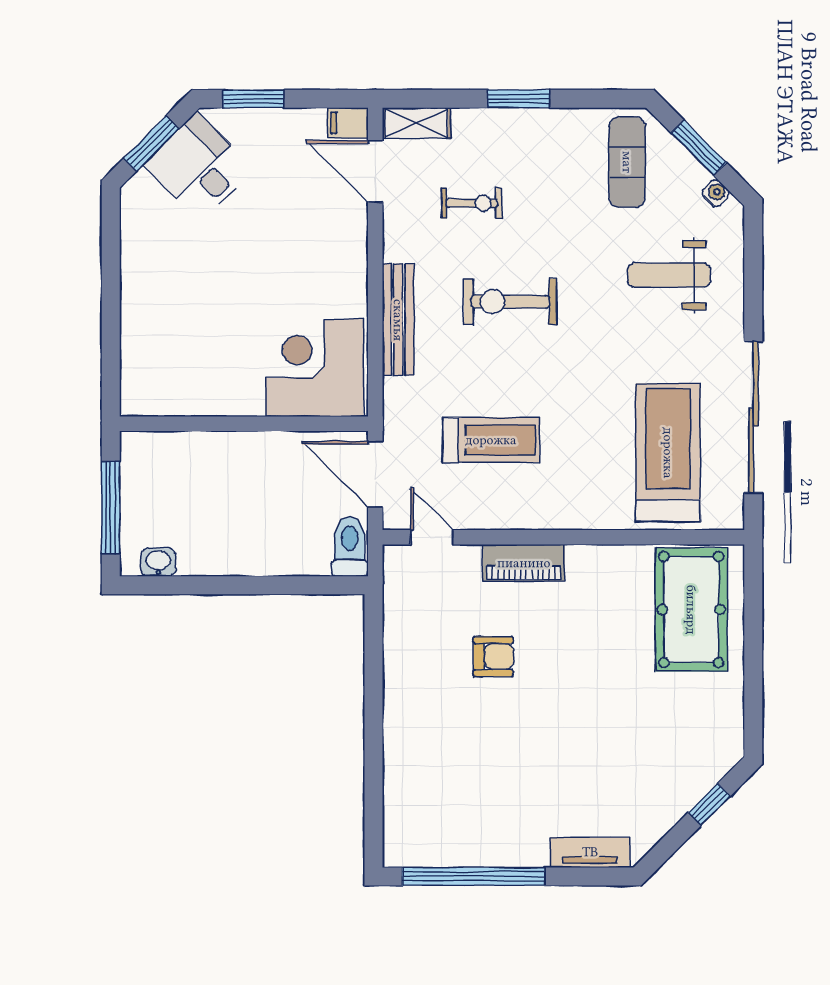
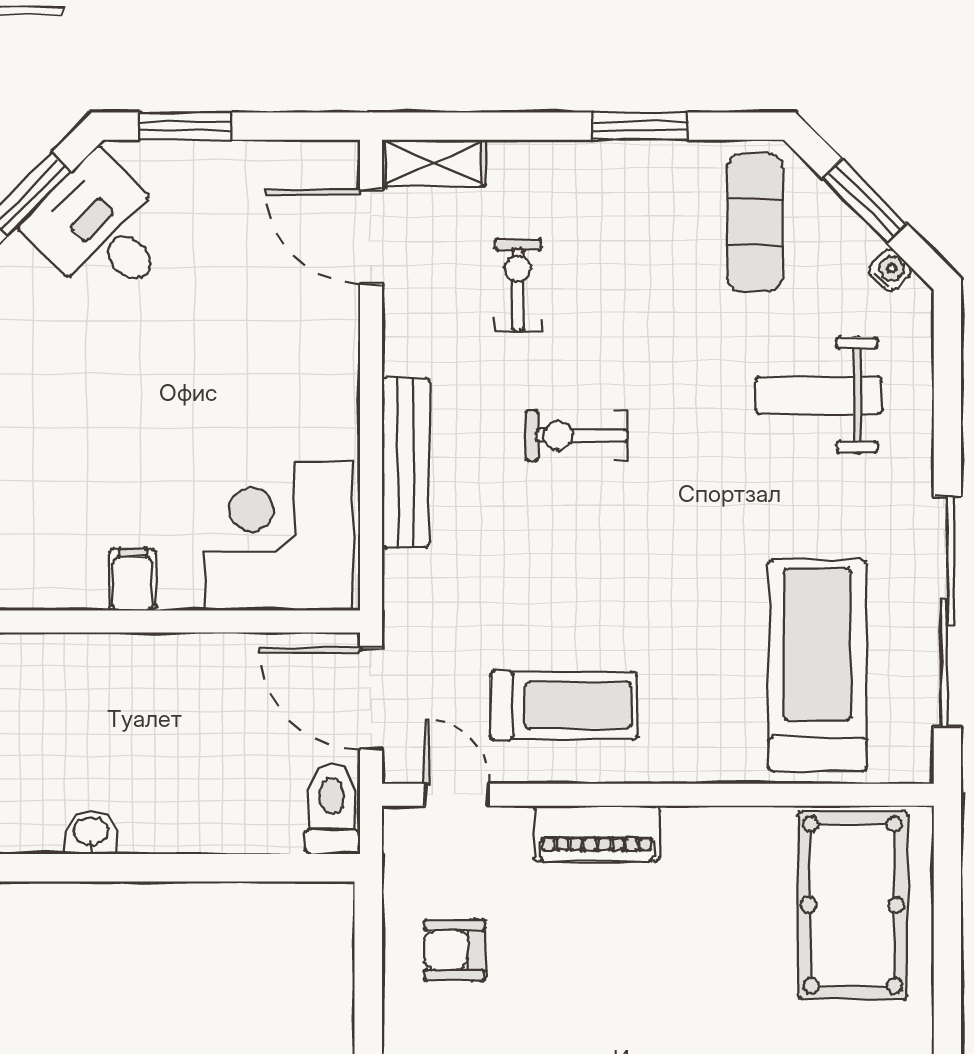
window: (519, 99) -> (640, 126), moved
filing cabinet: (348, 123) -> (133, 580), moved, turned 90
exercise bike: (472, 203) -> (518, 285), turned -90
exercise bike: (510, 302) -> (577, 435), width x0.73, depth x0.72
treadmill: (491, 440) -> (563, 705), moved
washbasin: (158, 562) -> (91, 833), moved
armchair: (493, 656) -> (455, 950), moved, turned 180

